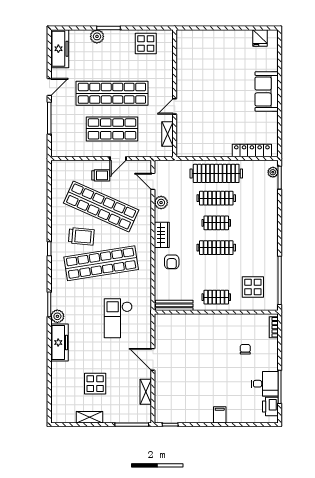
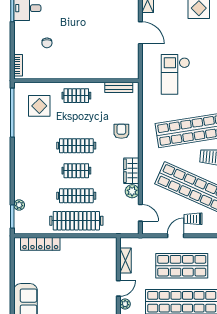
plant: (168, 91) -> (125, 304), added
plant: (273, 172) -> (19, 205), moved
wardrobe: (162, 235) -> (131, 171), moved
bench: (174, 305) -> (119, 87), width x0.73
checkout: (118, 318) -> (175, 74), turned 180

